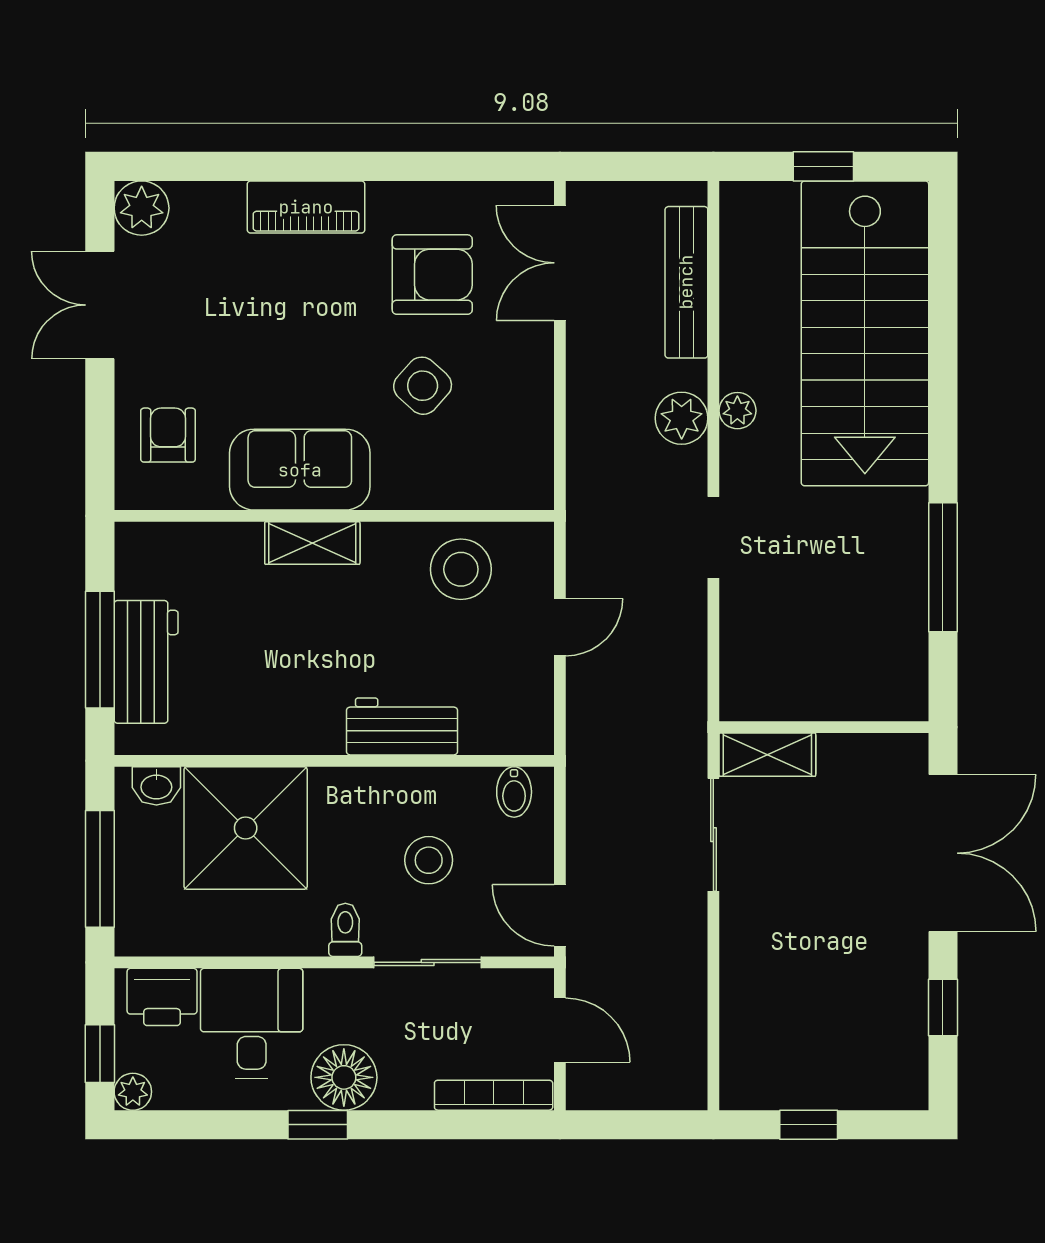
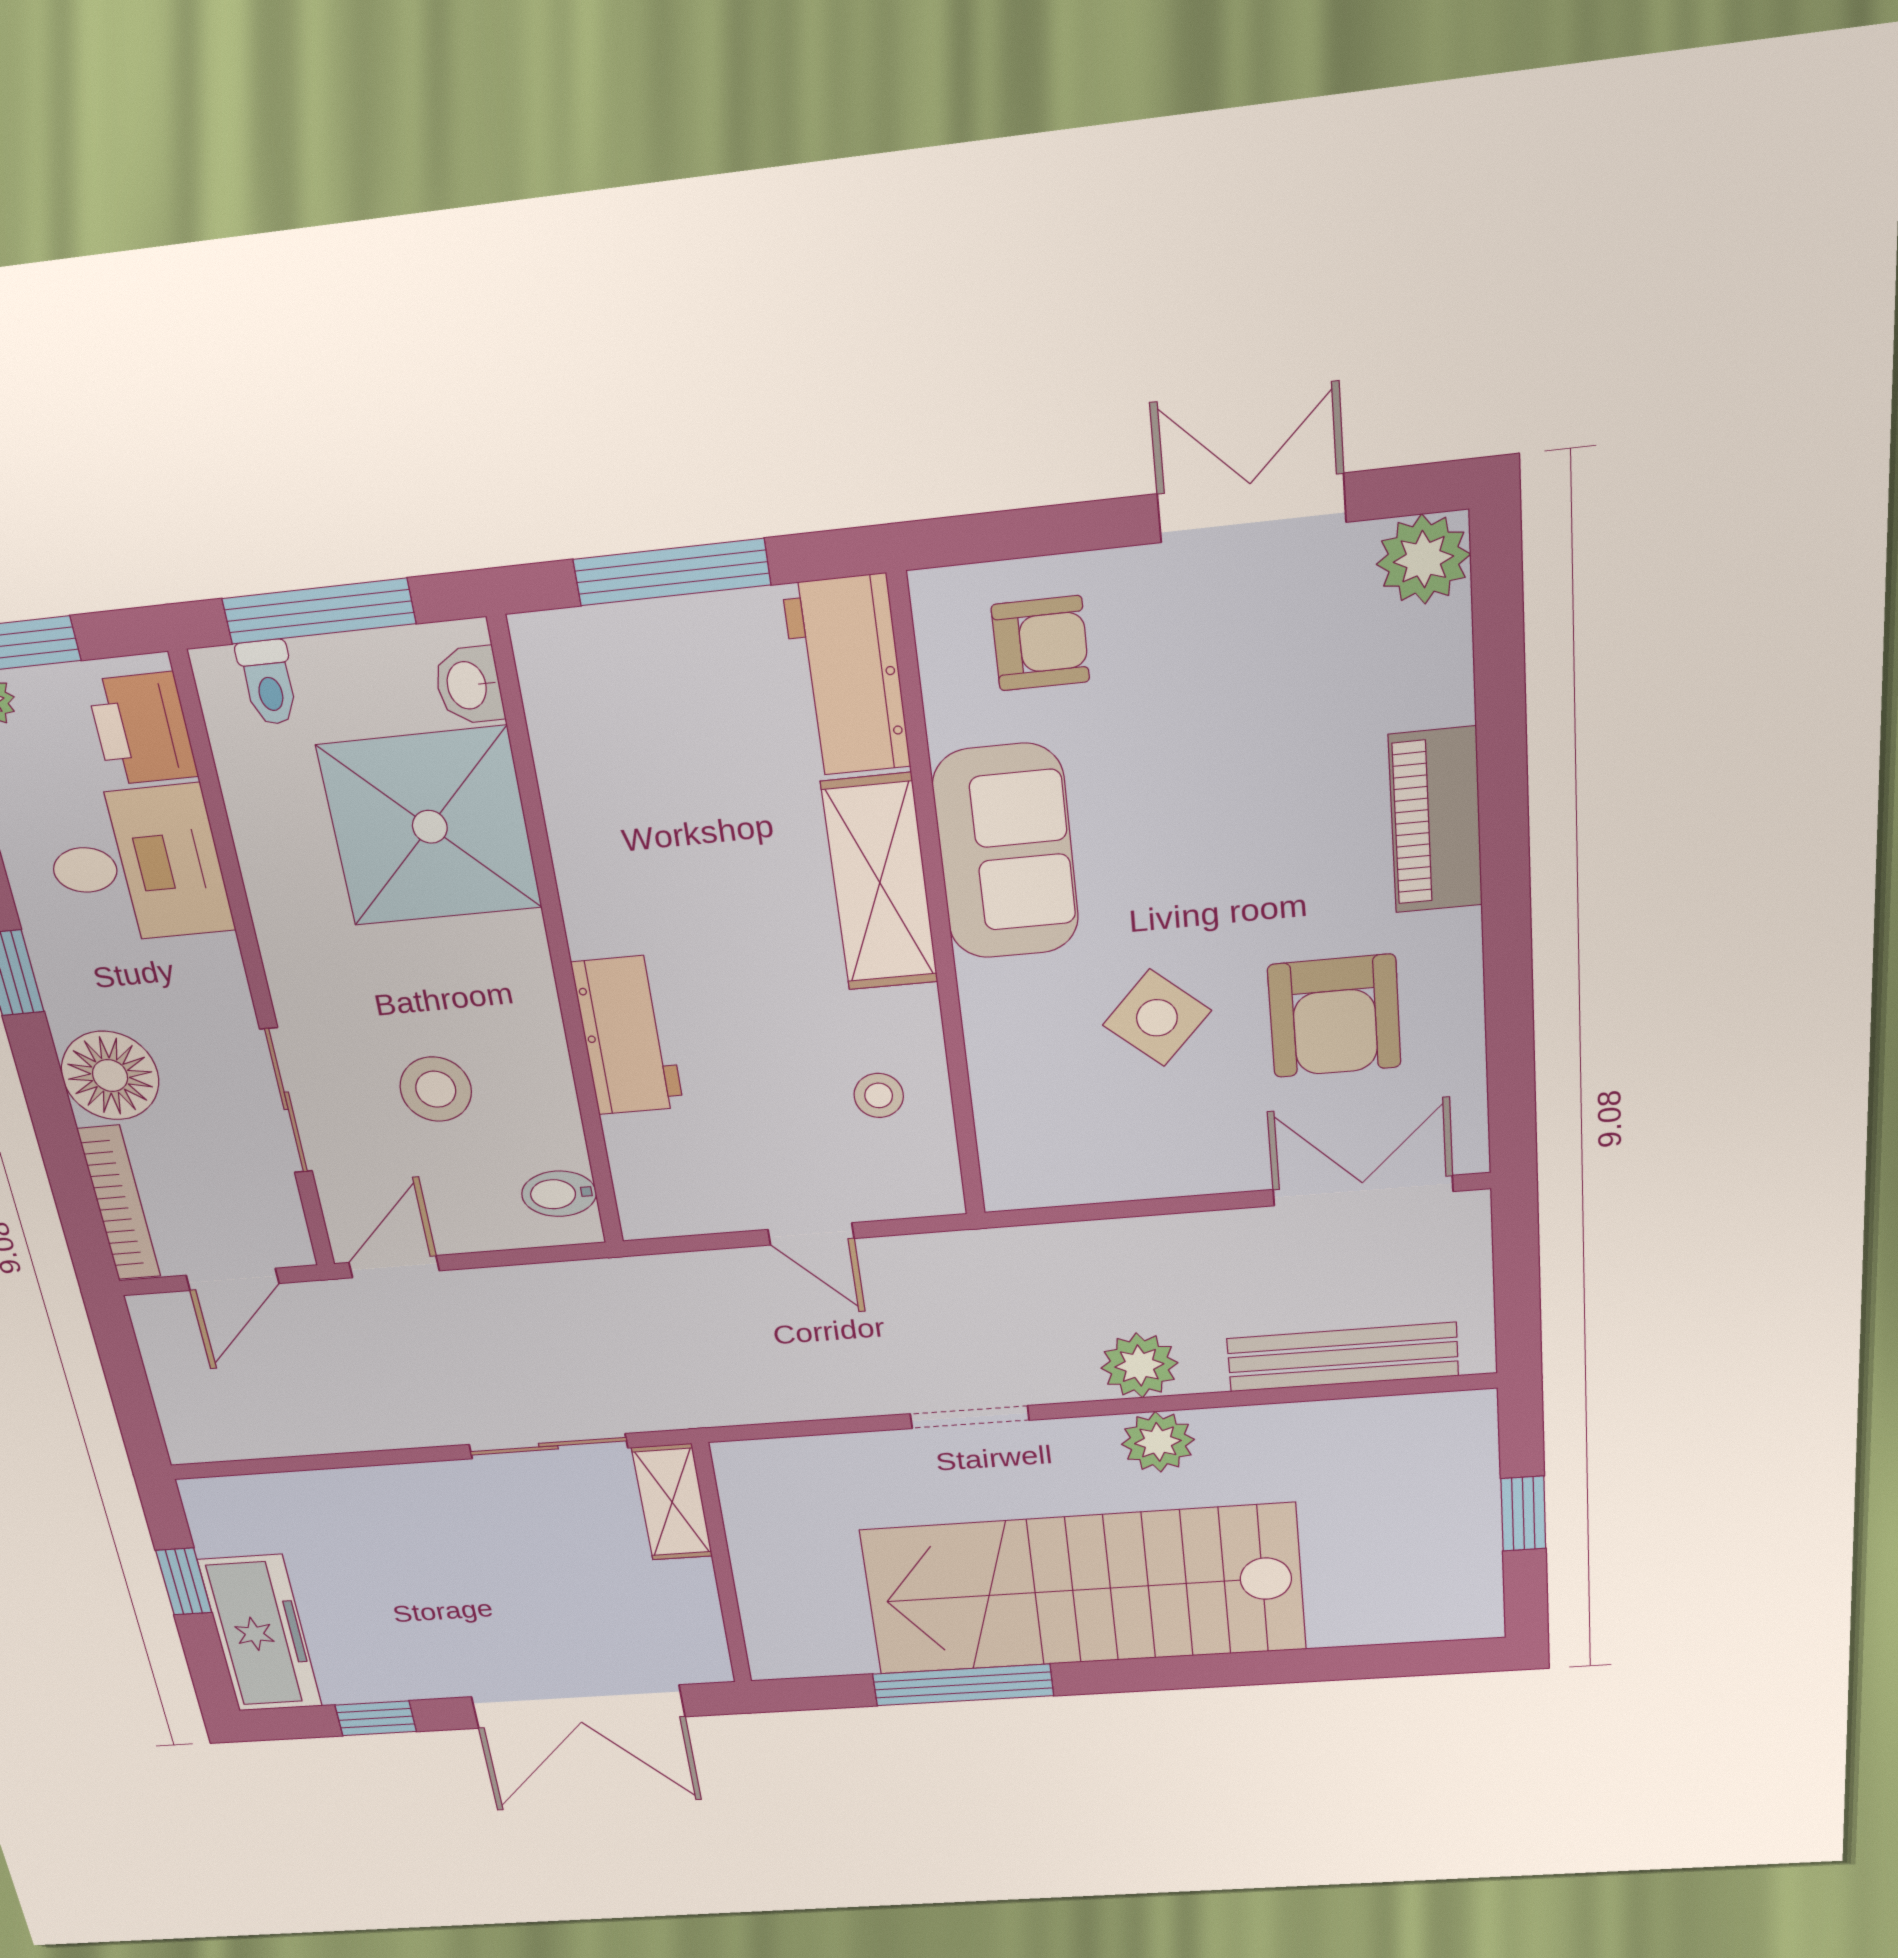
stairs: (865, 333) -> (1083, 1590), moved
plant: (737, 411) -> (1158, 1442), width x1.38, depth x1.38
shelving: (312, 543) -> (880, 883), width x1.50, depth x1.33
stool: (461, 569) -> (879, 1095), width x0.53, depth x0.53
workbench: (146, 662) -> (847, 676), moved, turned 90
toilet: (345, 930) -> (268, 682), moved, turned 90
floor lamp: (344, 1077) -> (110, 1076), moved
freezer: (859, 1078) -> (260, 1634), added

